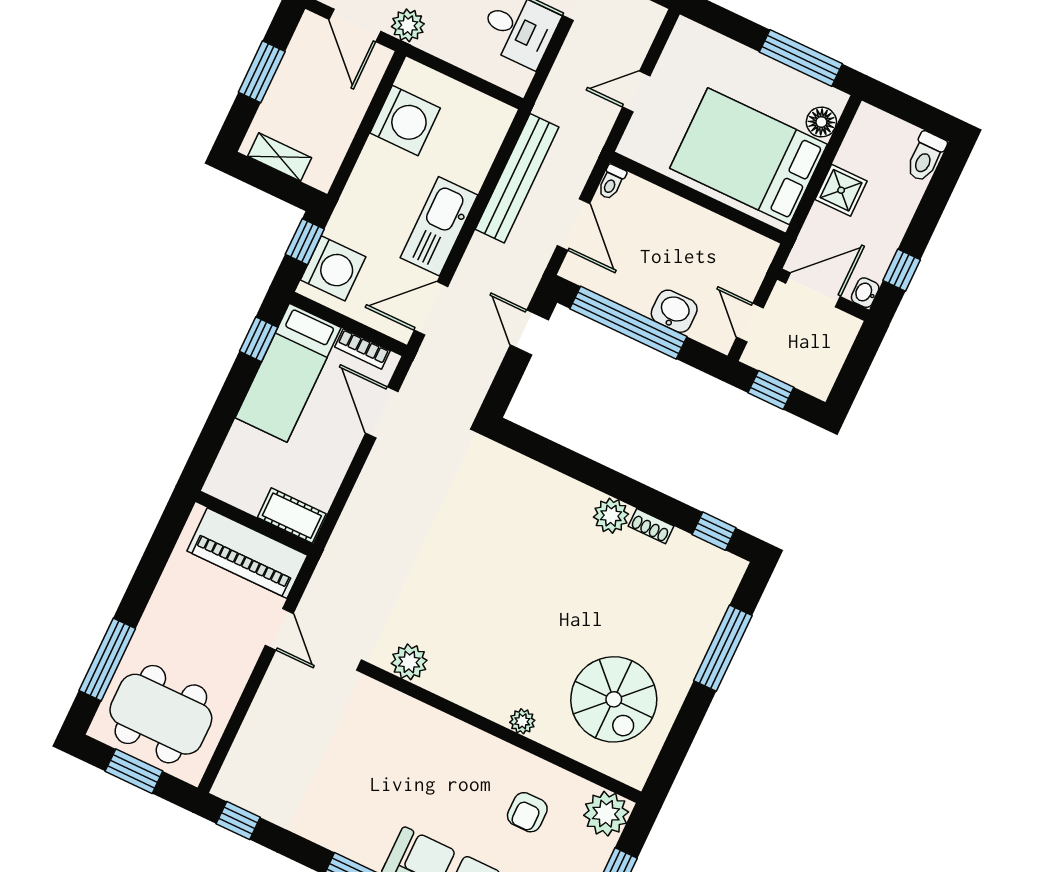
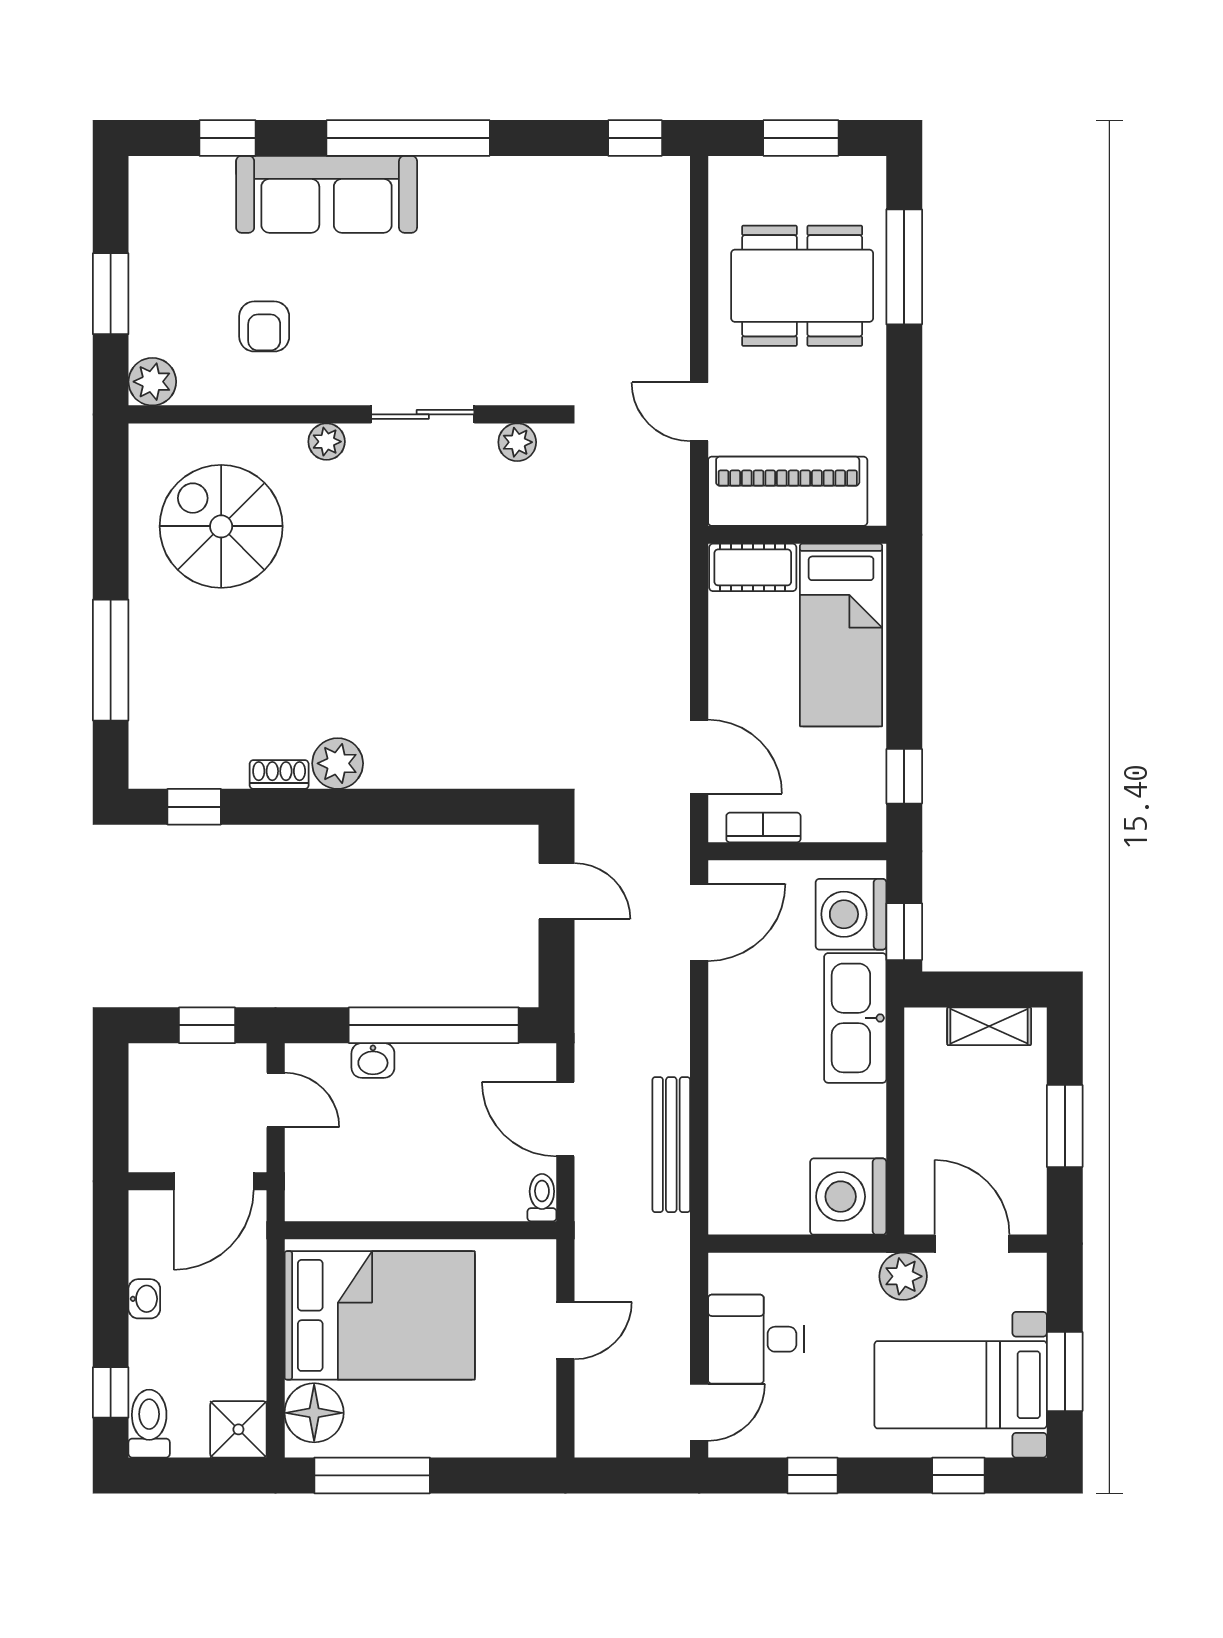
washing machine: (405, 121) -> (848, 1197), moved
floor lamp: (821, 122) -> (314, 1413), width x1.38, depth x1.38
bench: (517, 178) -> (671, 1145), width x0.73, depth x0.82
shower: (841, 190) -> (238, 1429), moved
kitchen sink: (439, 226) -> (855, 1018), moved, turned 180
window: (902, 270) -> (111, 1392), moved
washbasin: (865, 293) -> (144, 1299), moved
washbasin: (674, 311) -> (373, 1060), width x0.72, depth x0.69
door: (529, 332) -> (556, 891), moved
bed: (288, 373) -> (841, 635), moved, turned 180
plant: (409, 662) -> (517, 442), width x0.73, depth x0.73
sliding door: (454, 710) -> (423, 414), added
dining table: (161, 714) -> (802, 286), moved
armchair: (527, 812) -> (264, 326), turned 180
plant: (606, 814) -> (152, 382), width x0.73, depth x0.73

